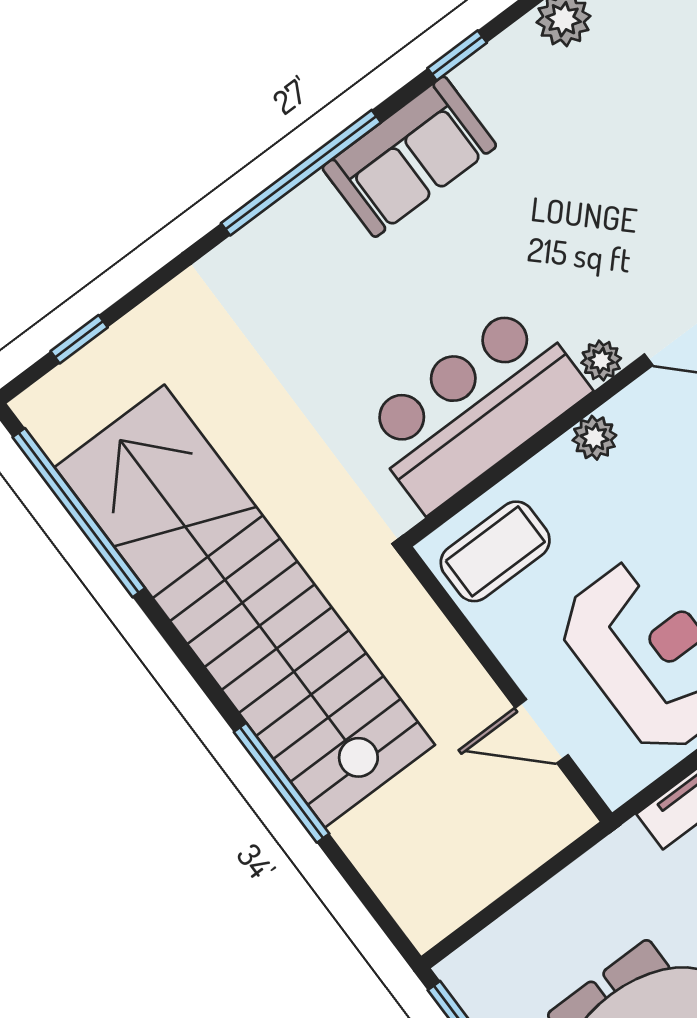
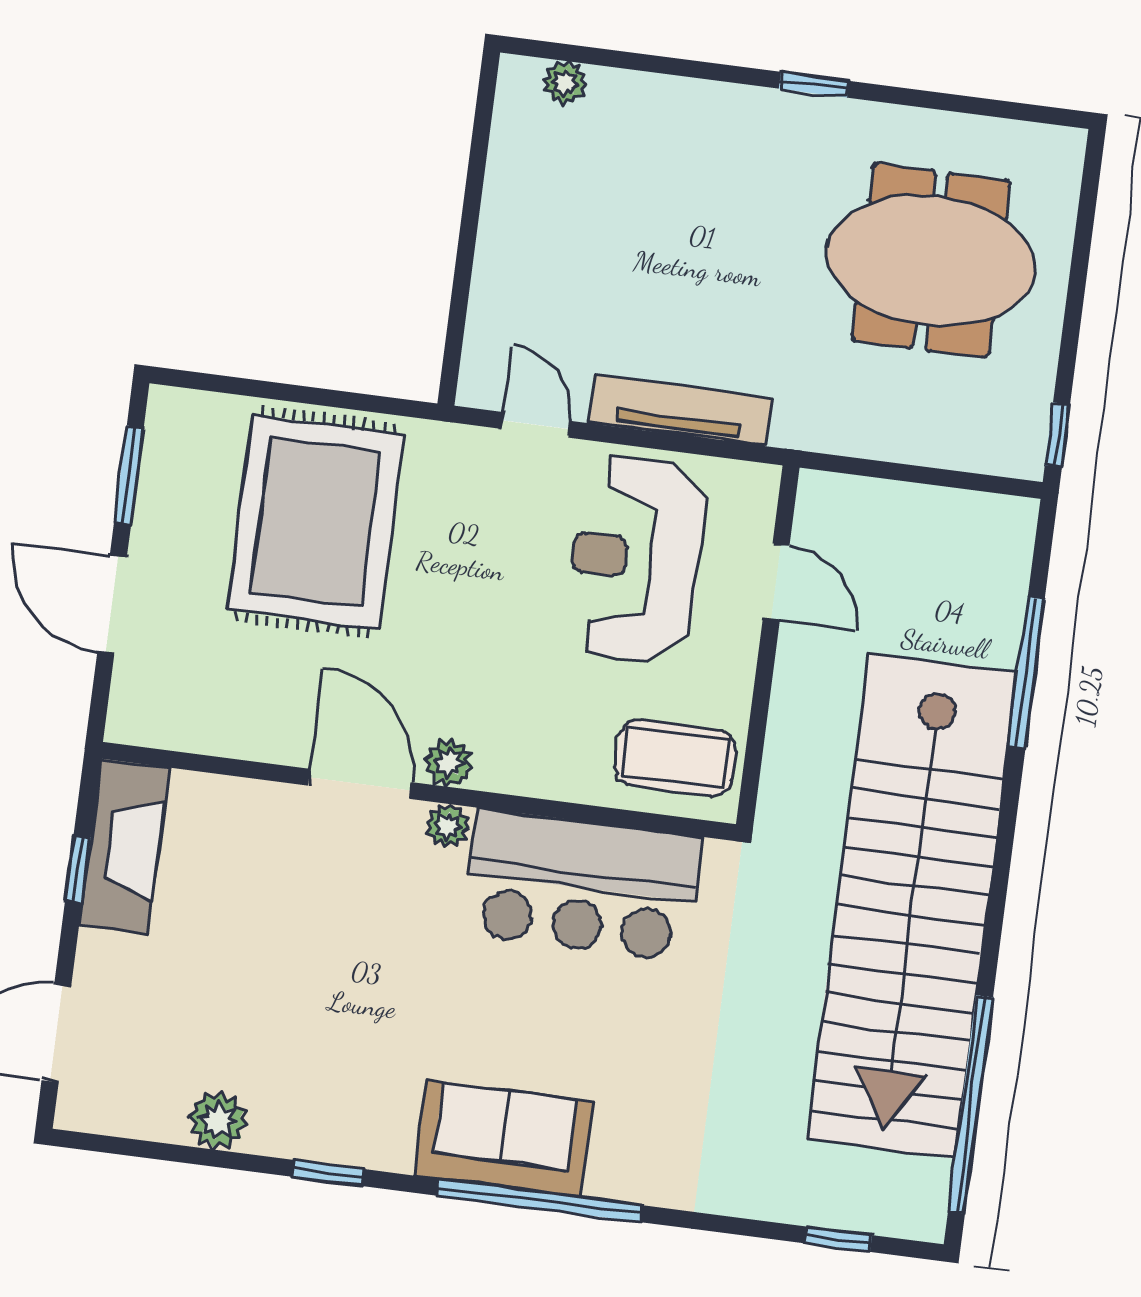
sofa: (409, 157) -> (504, 1138), moved
plant: (594, 438) -> (449, 763), moved
window: (282, 783) -> (1027, 673), moved

